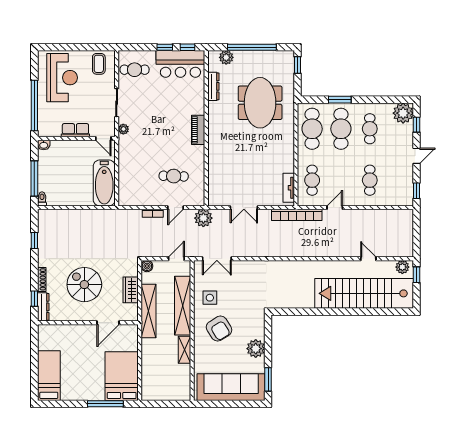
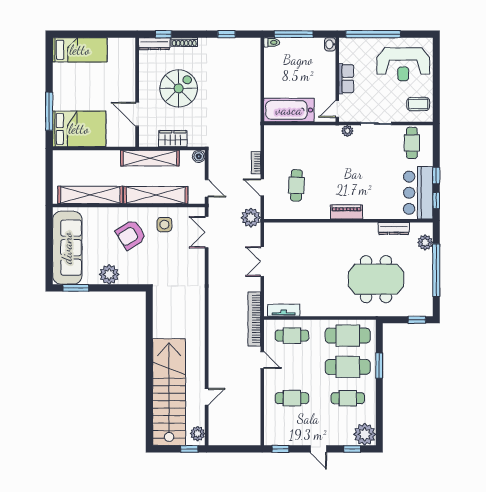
shelving: (185, 350) -> (90, 195), width x2.20, depth x1.33

